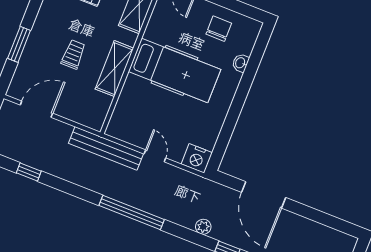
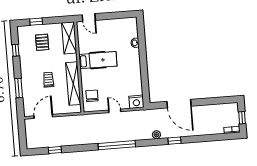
chair: (219, 29) -> (92, 96), moved
shelving: (114, 69) -> (73, 84), width x1.47
hospital bed: (175, 70) -> (98, 60), width x0.73, depth x0.78
bench: (106, 148) -> (88, 119), removed

